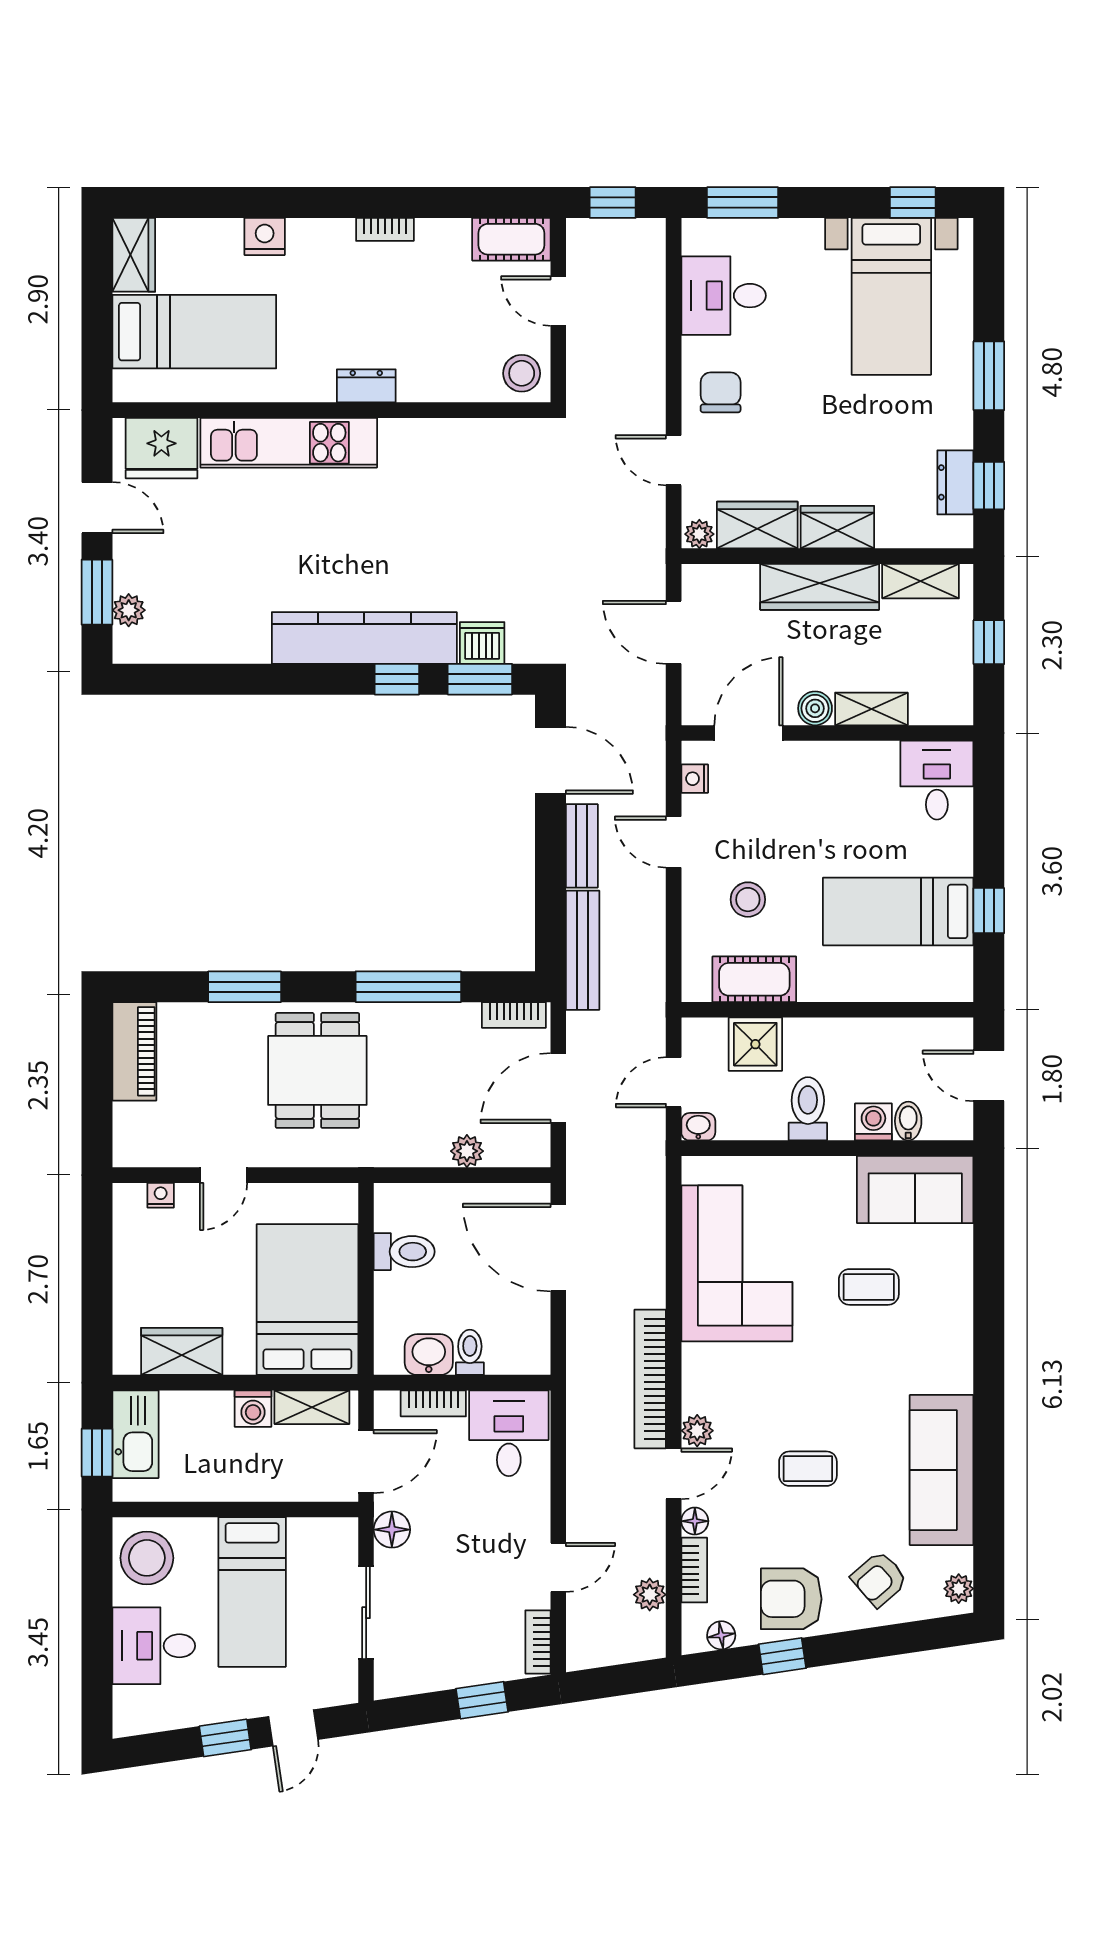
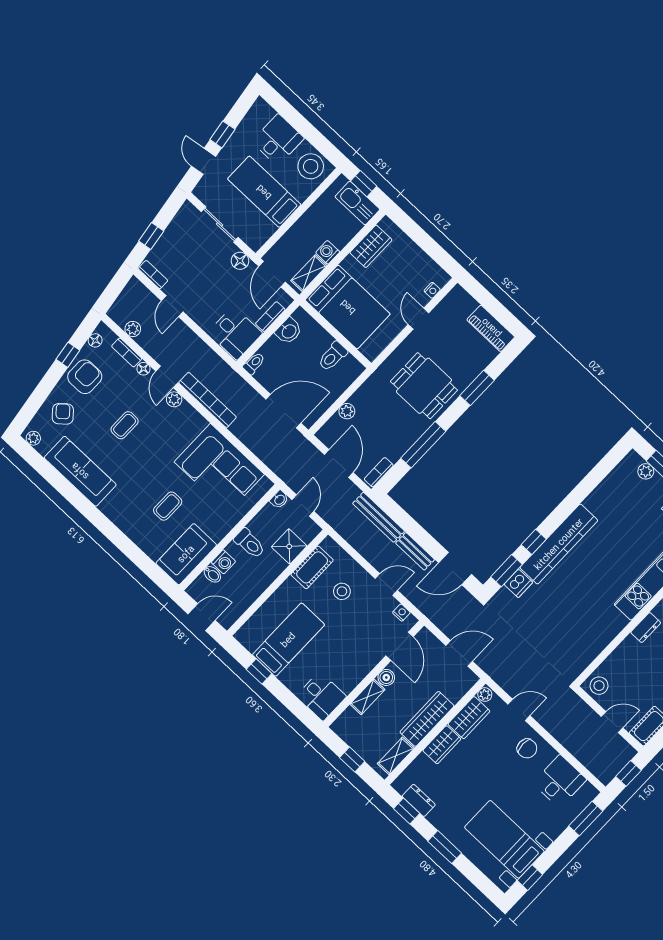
toilet: (470, 1352) -> (254, 363), moved, turned -90

